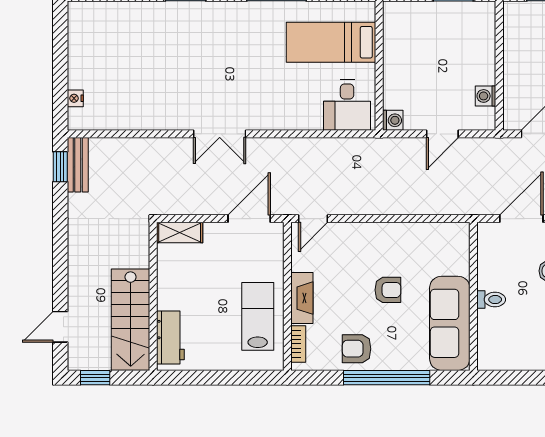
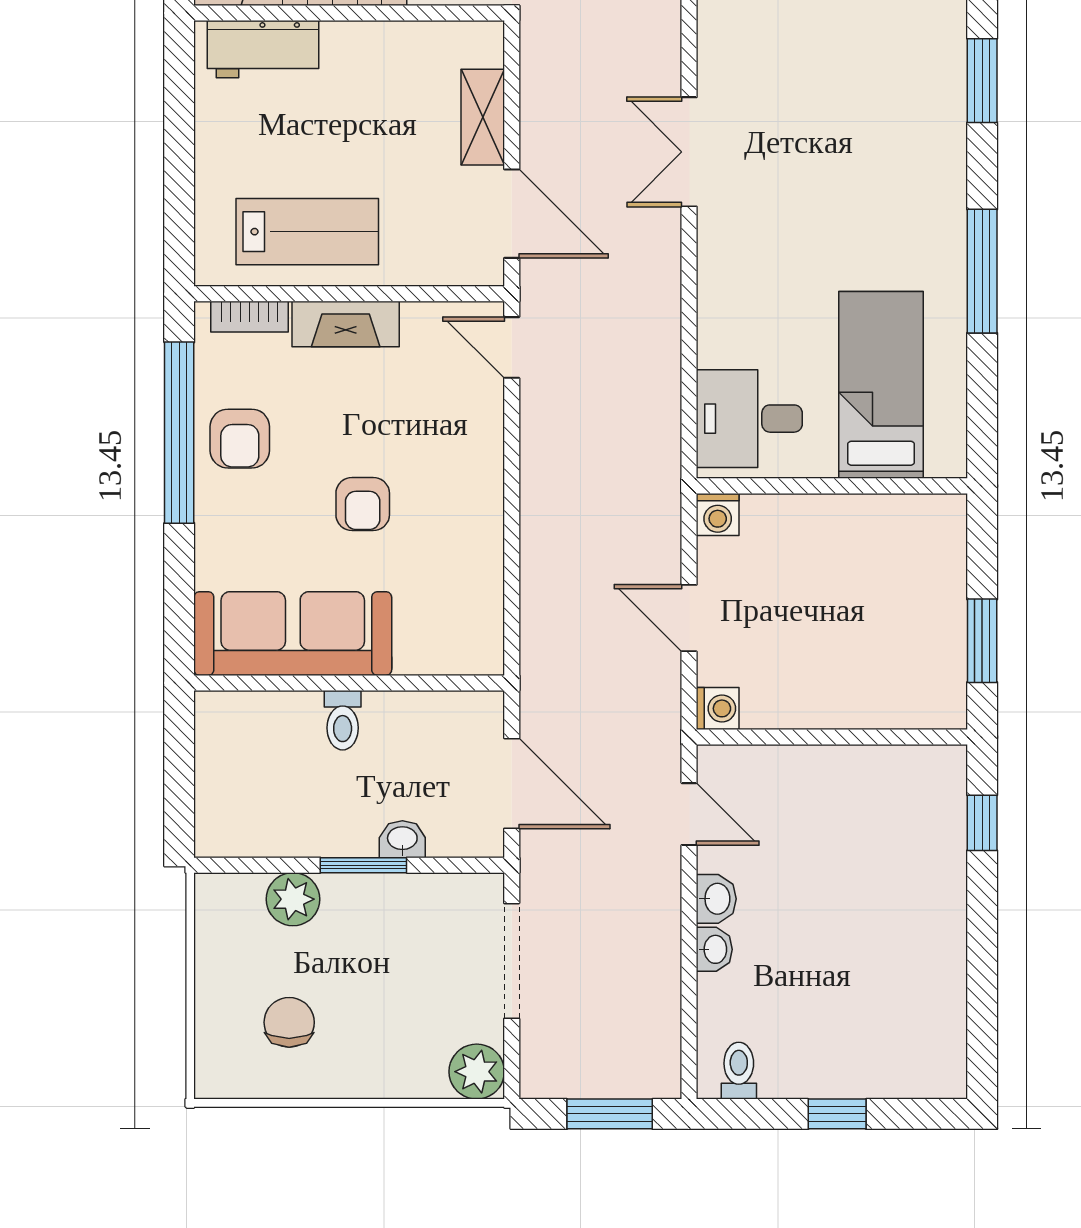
washing machine: (486, 96) -> (718, 708), moved, turned 90
shelving: (180, 233) -> (483, 117), moved
armchair: (357, 349) -> (240, 439), turned 180
window: (387, 378) -> (179, 433), moved

